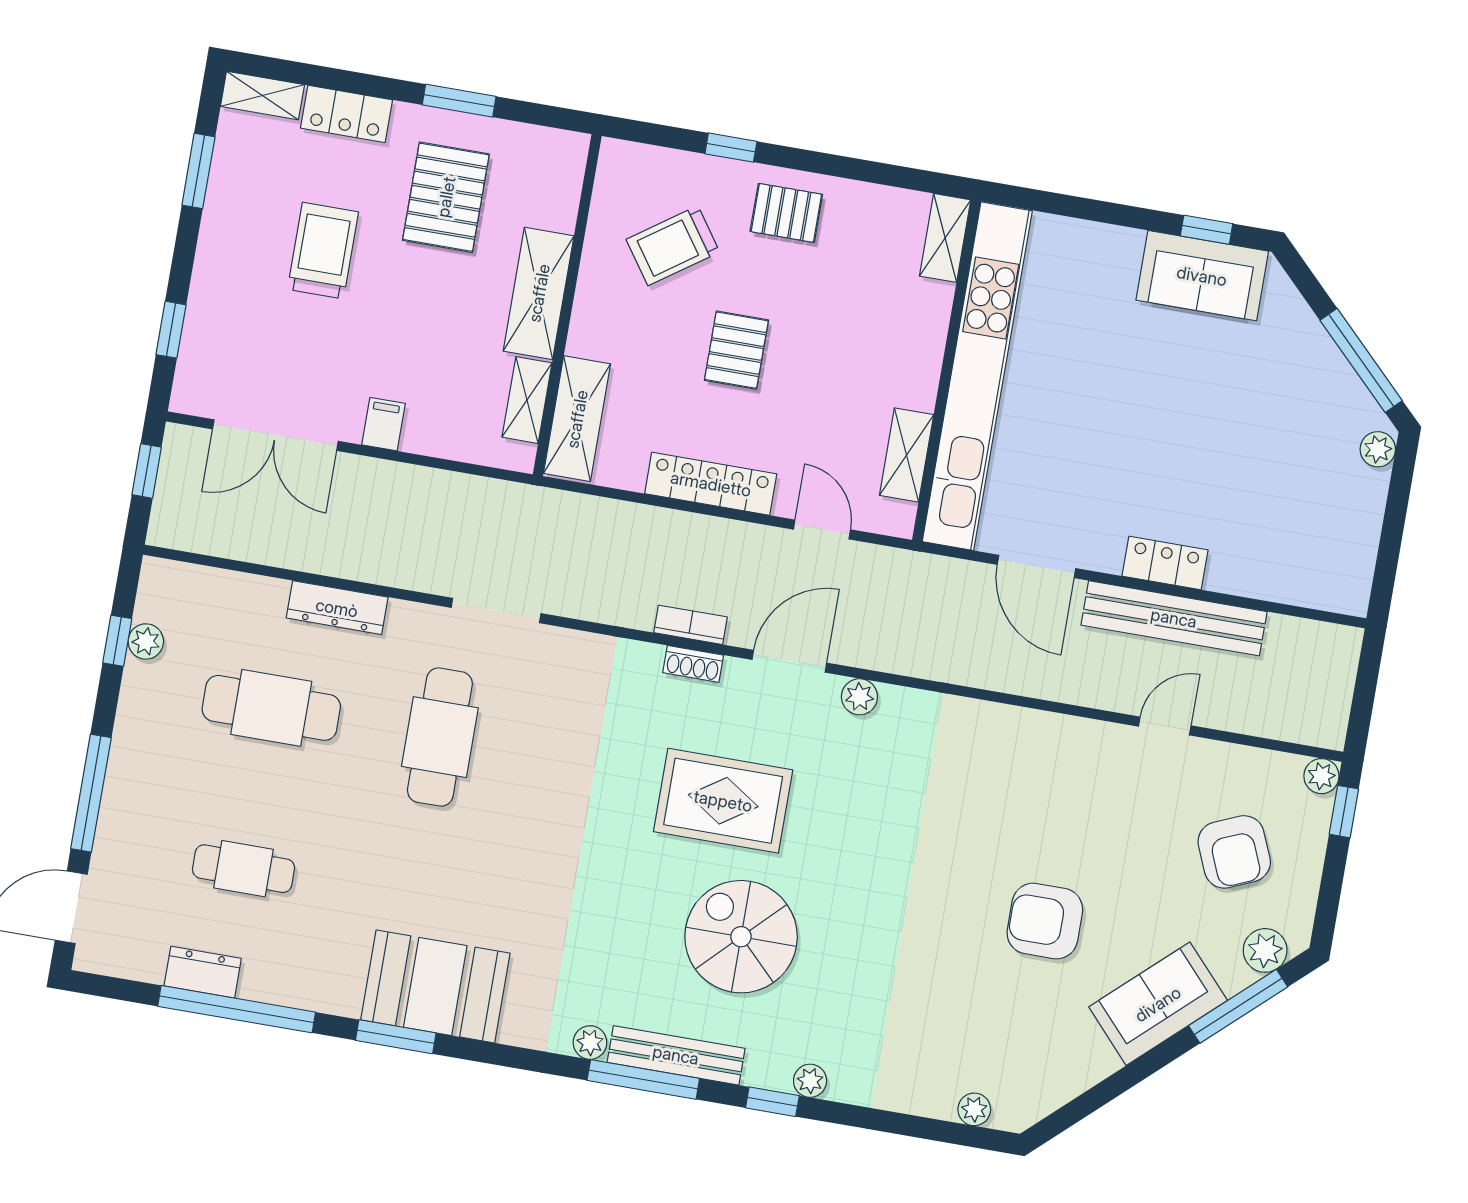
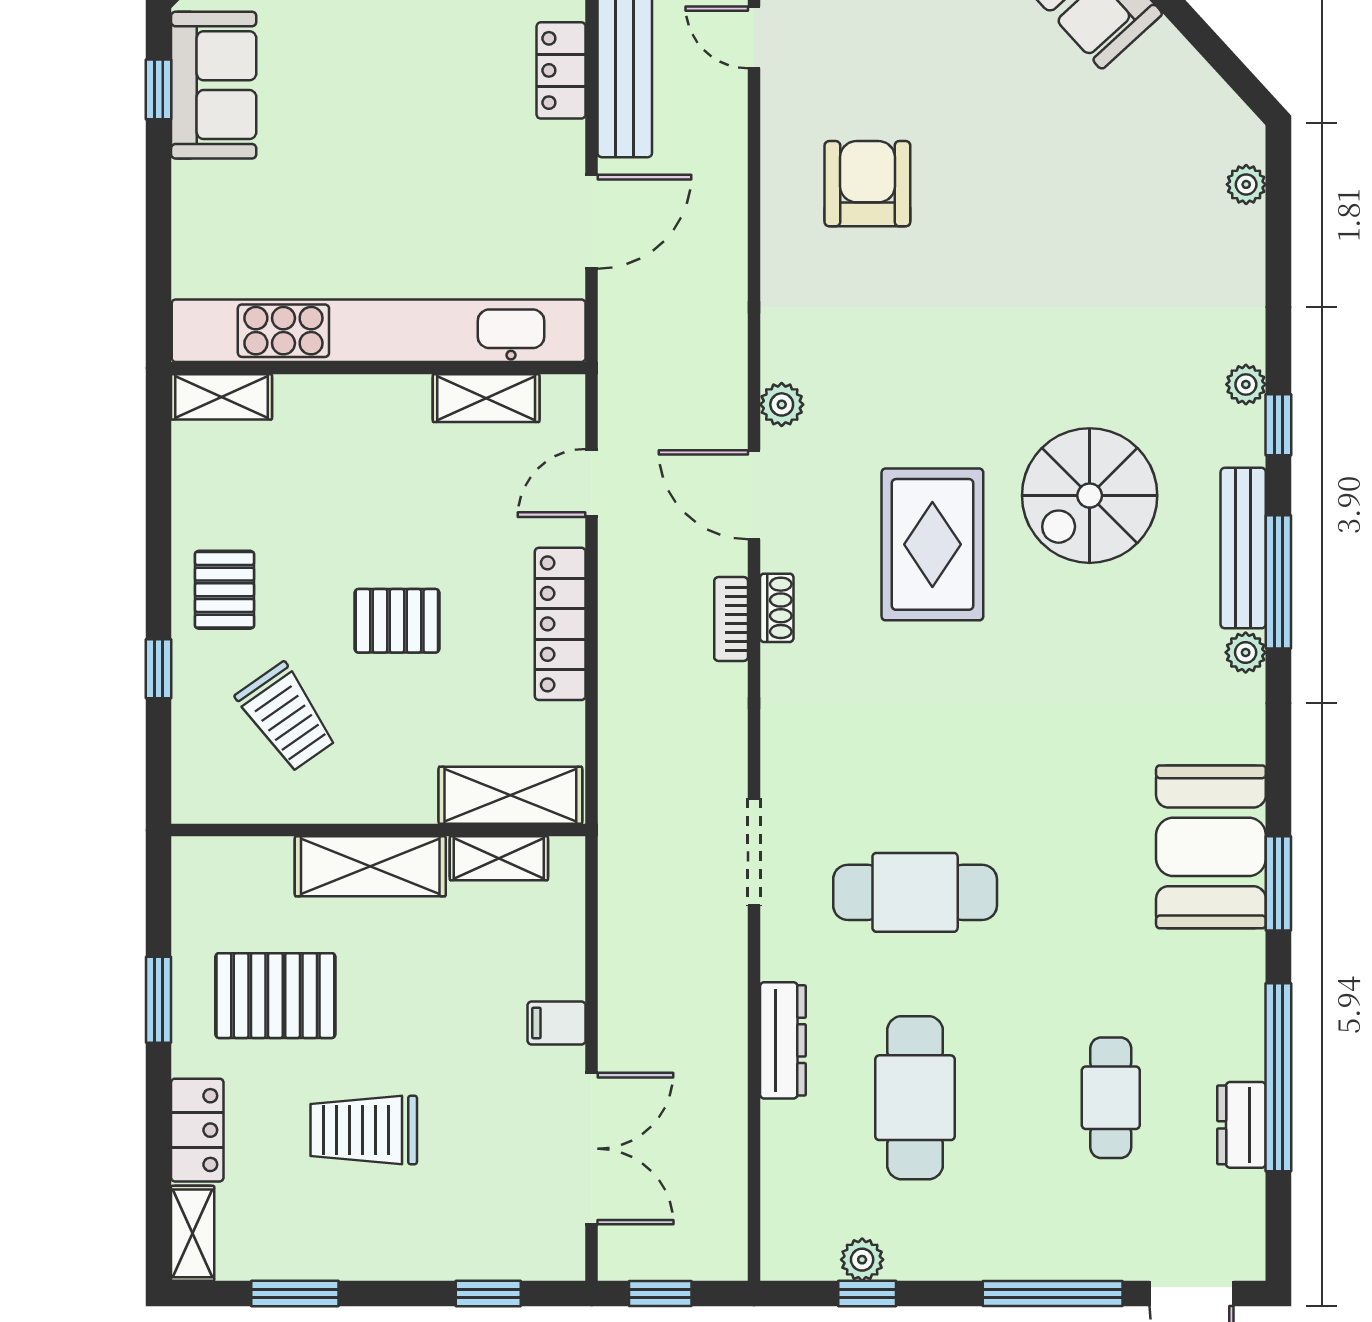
armchair: (1045, 921) -> (867, 184), moved, turned 180

